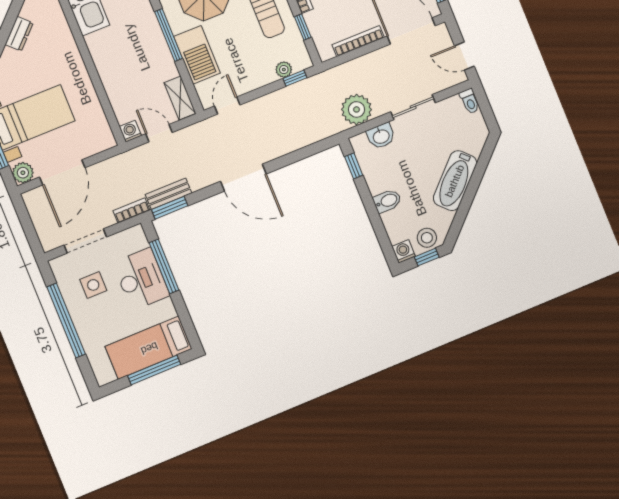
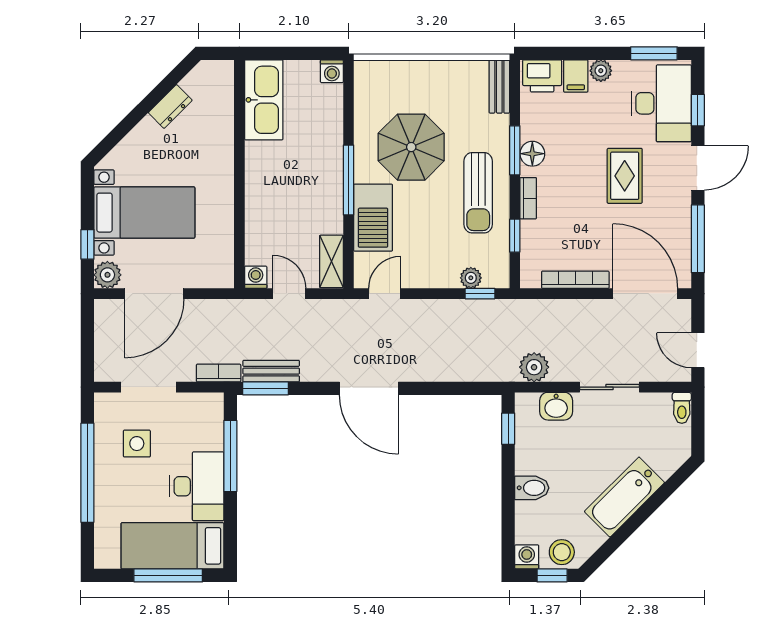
plant: (357, 109) -> (534, 367), width x0.73, depth x0.73
desk: (141, 279) -> (197, 486), moved

